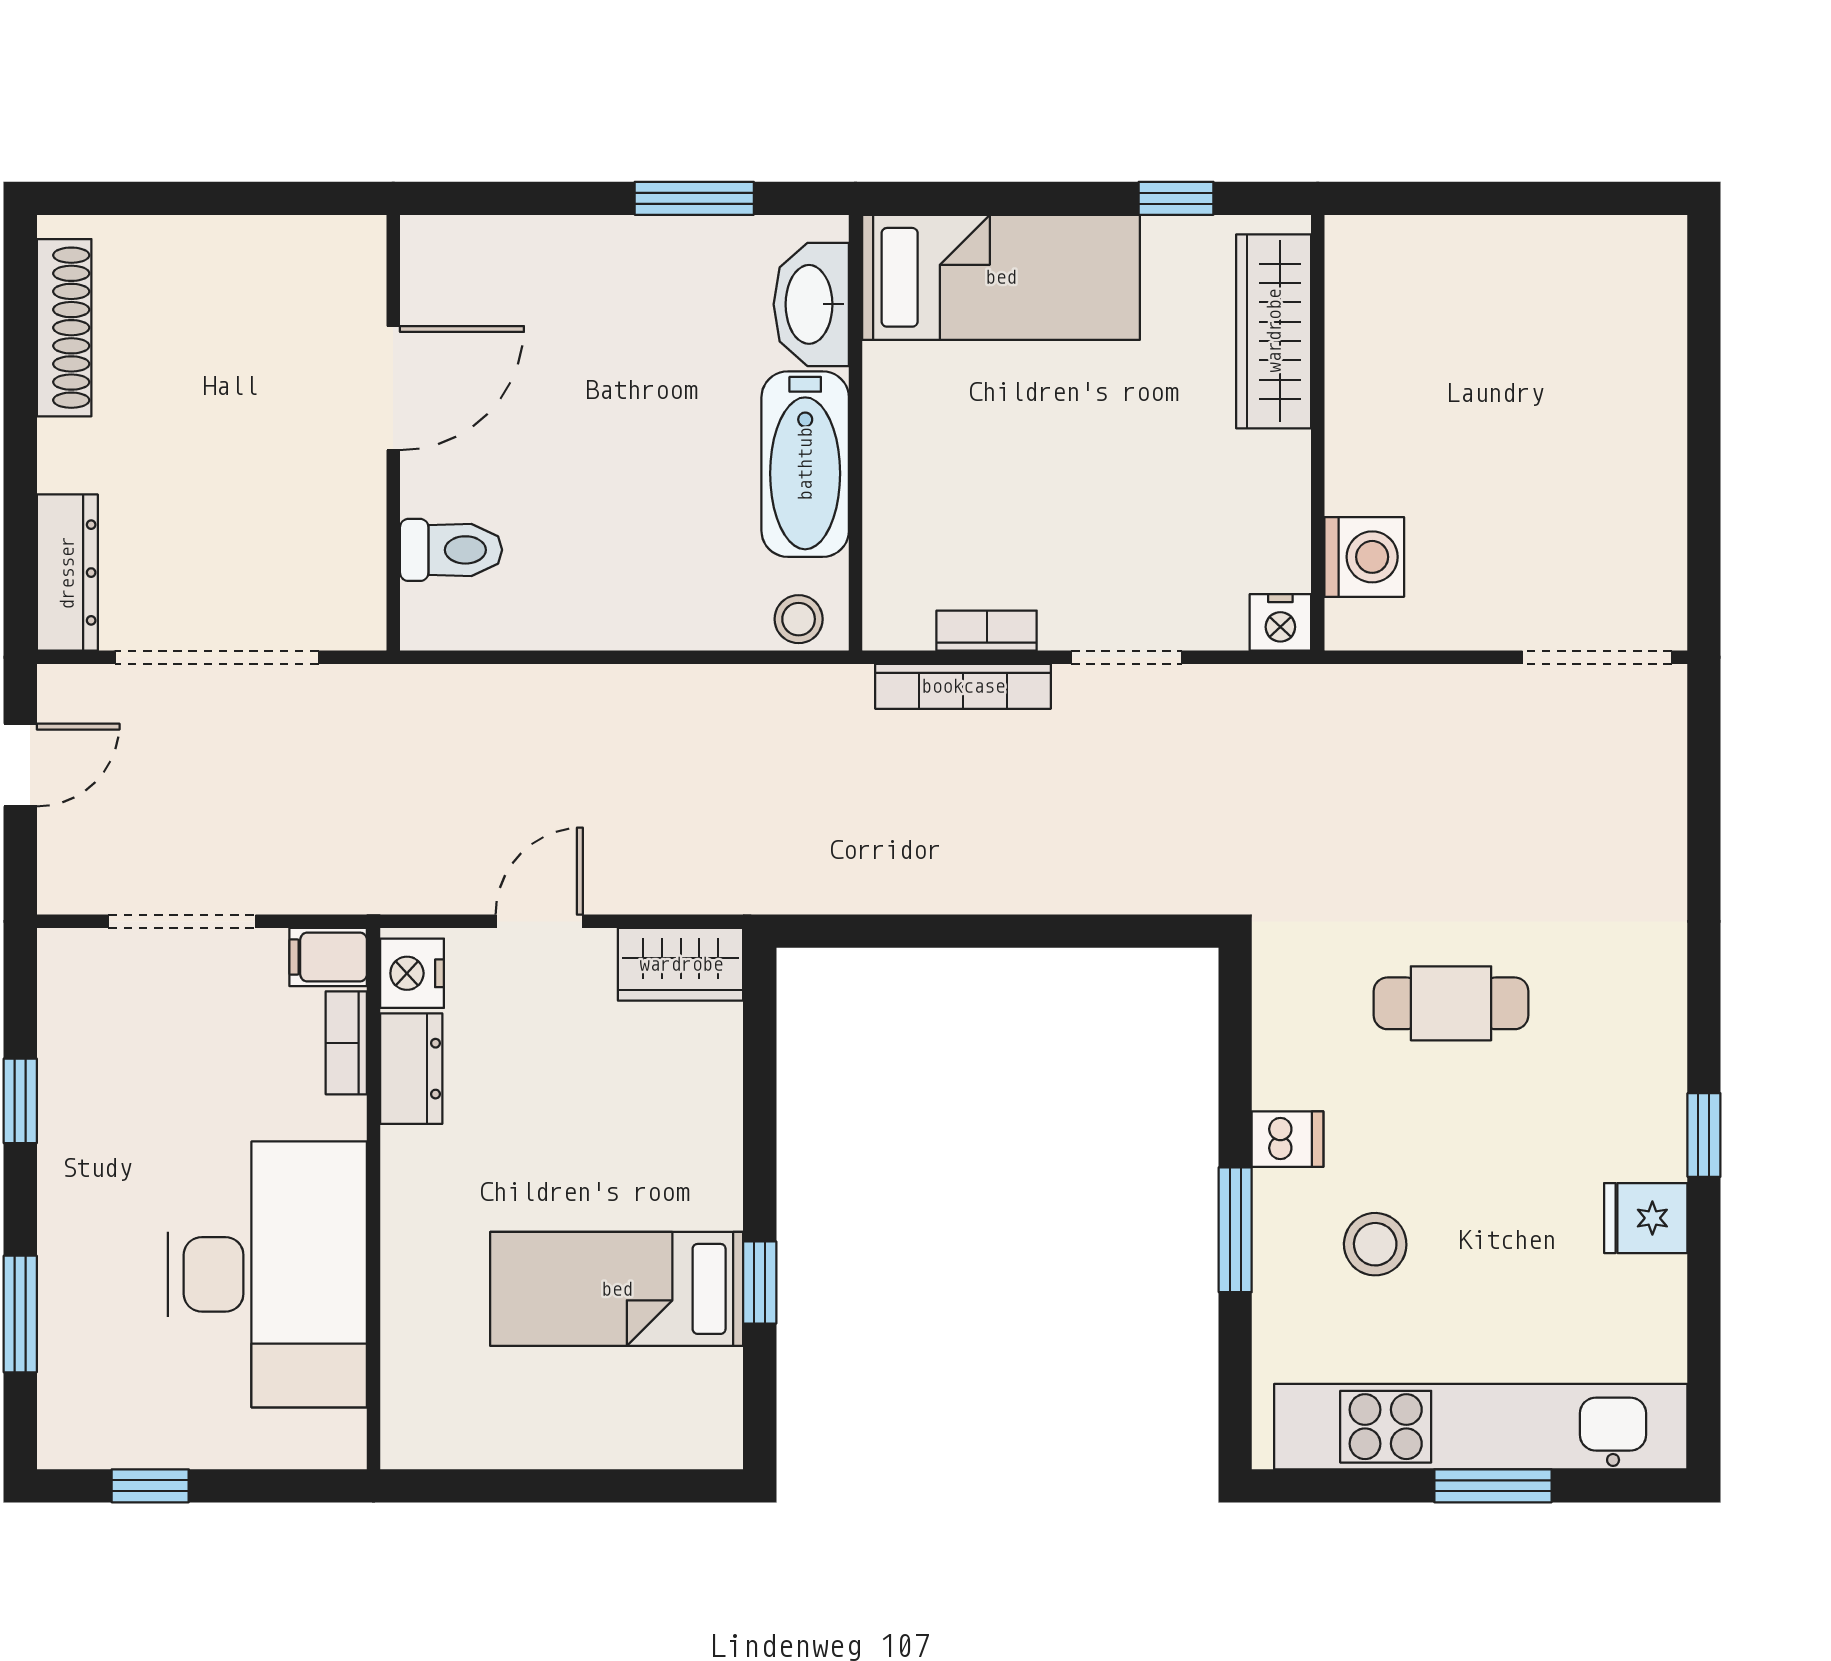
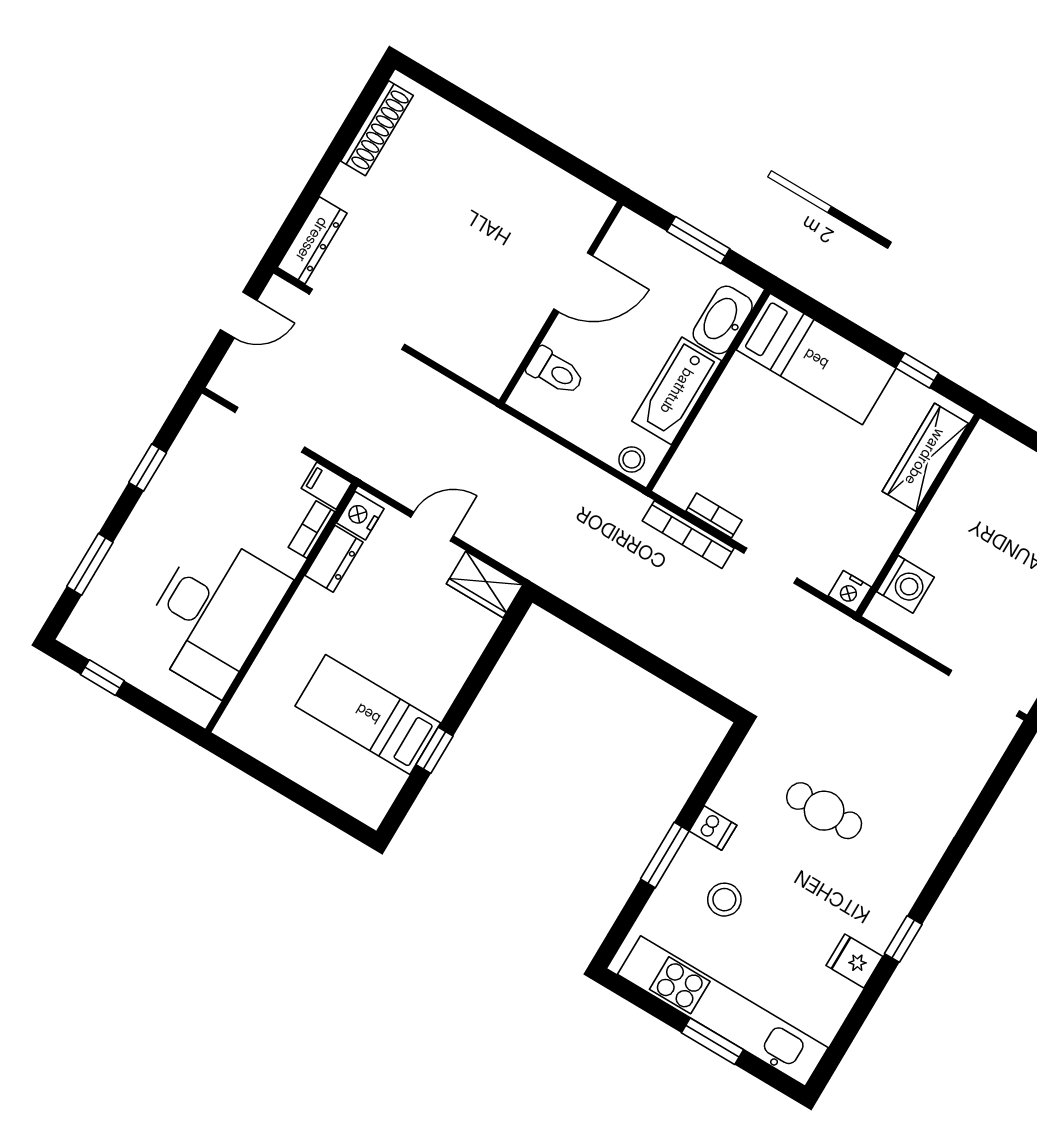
door: (393, 388) -> (573, 282), moved
wall: (393, 433) -> (561, 303), moved
toilet: (451, 550) -> (556, 371), moved

